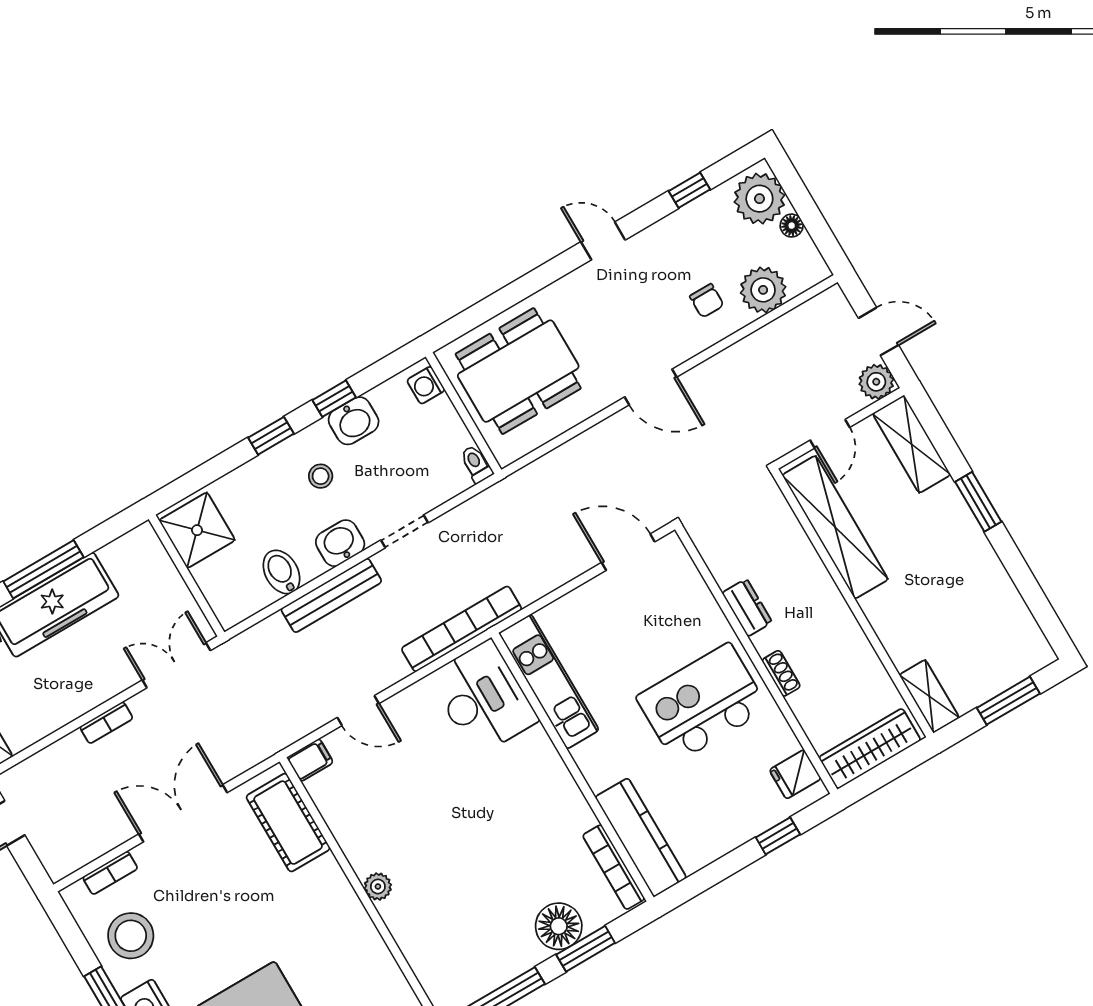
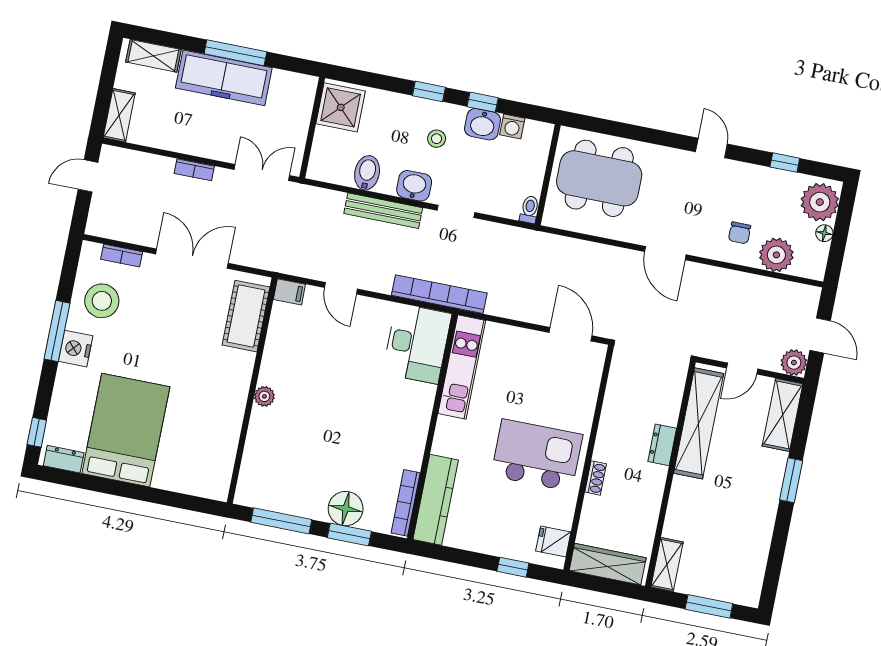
washing machine: (426, 385) -> (512, 127), moved, turned -90
dresser: (747, 608) -> (662, 445), moved, turned 180

